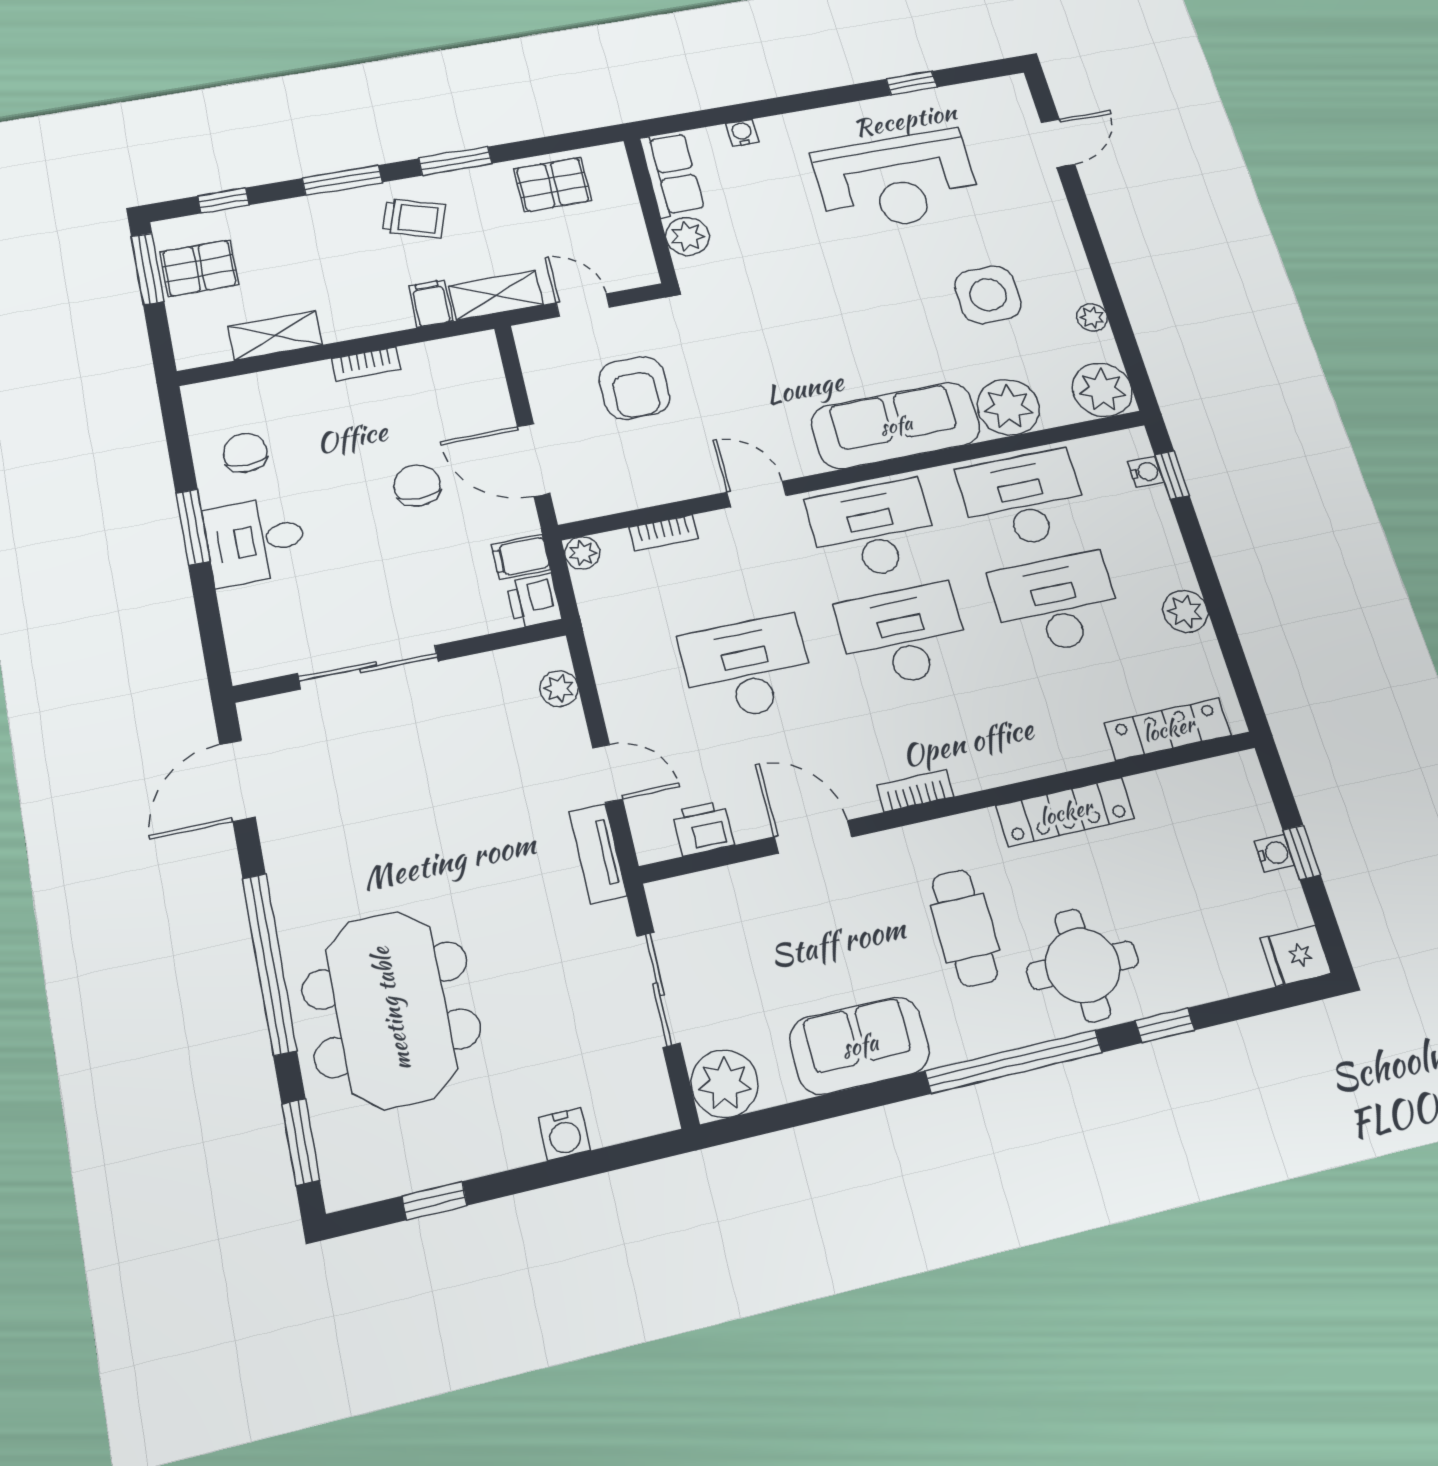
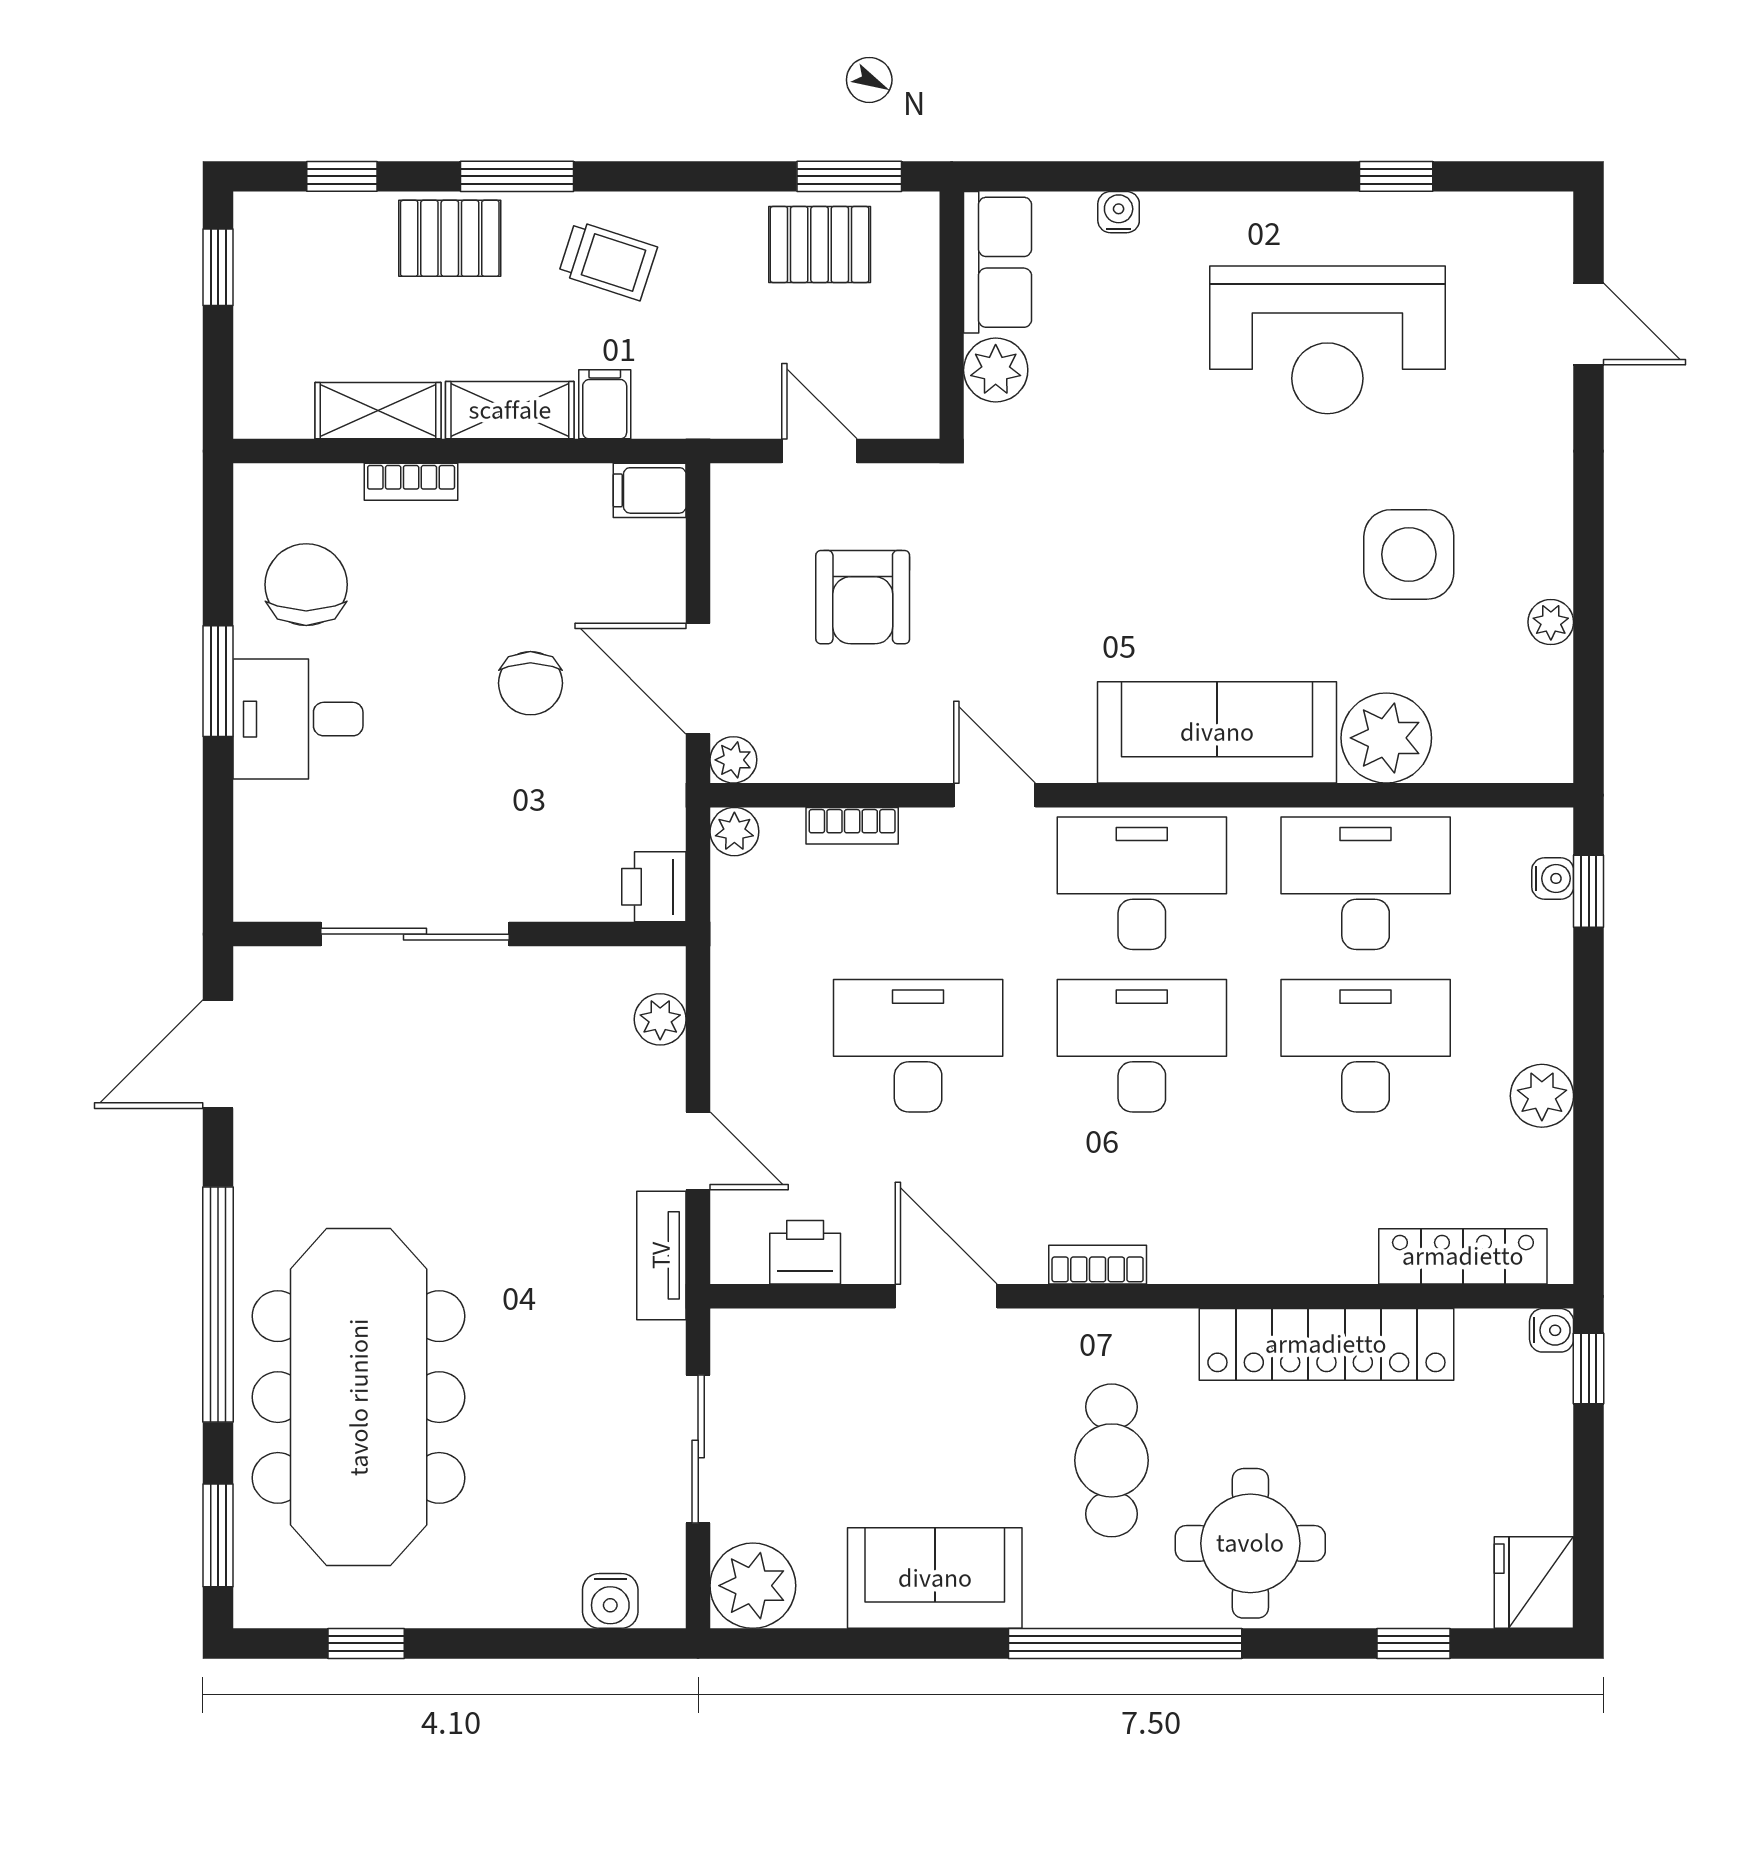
door: (1058, 143) -> (1589, 324), hinge flipped
window: (455, 161) -> (849, 176), moved
pallet: (199, 268) -> (450, 238), moved
window: (148, 269) -> (218, 267), width x0.67
shelving: (496, 295) -> (510, 410), moved
bookcase: (366, 364) -> (411, 482), moved
plant: (1102, 390) -> (733, 760), moved, width x0.53, depth x0.53
chair: (245, 453) -> (306, 585), width x1.37, depth x1.37
chair: (417, 485) -> (530, 683), turned 180
filing cabinet: (521, 557) -> (650, 490), moved
locker: (1065, 812) -> (1326, 1344), width x1.41, depth x1.21
window: (1302, 852) -> (1589, 1368), moved
water cooler: (1274, 853) -> (1552, 1330), moved
fridge: (1296, 956) -> (1534, 1582), width x1.38
meeting table: (391, 1009) -> (359, 1397), width x1.36
window: (1165, 1025) -> (1414, 1643), moved
water cooler: (564, 1134) -> (610, 1601), moved

